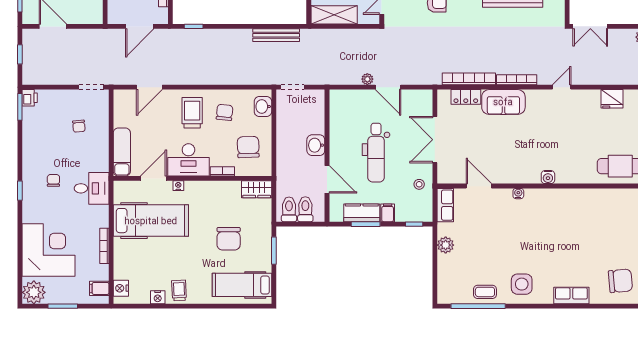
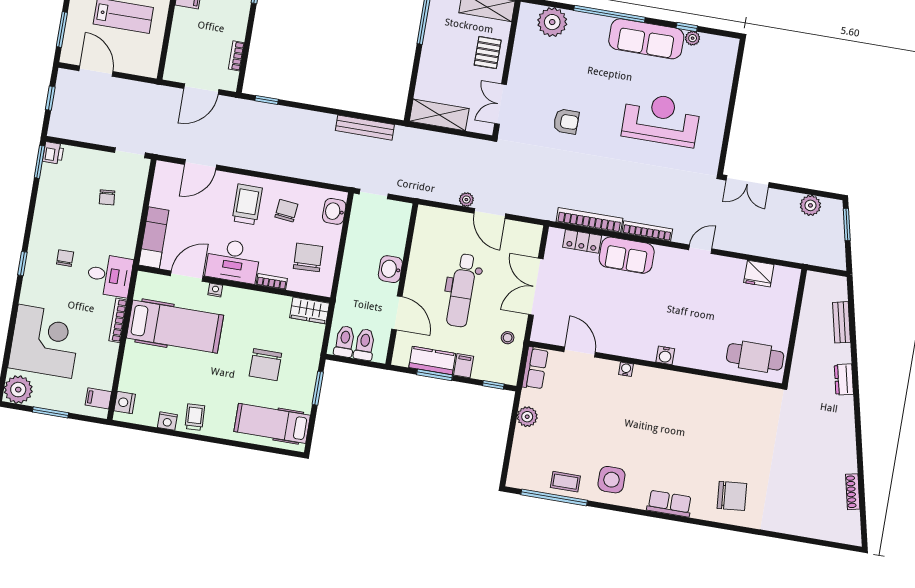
bookcase: (104, 246) -> (118, 320), moved

